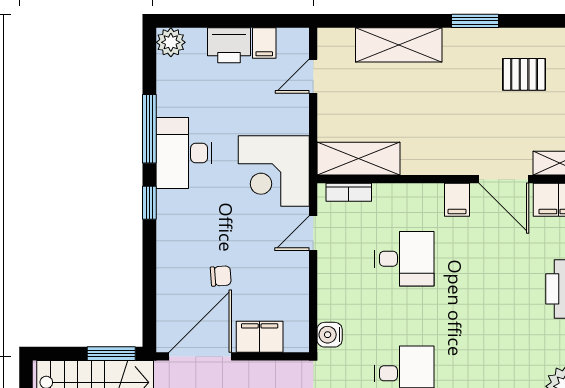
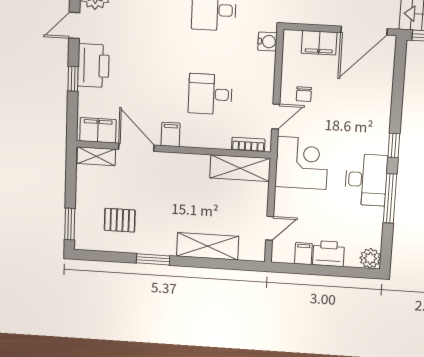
chair: (221, 276) -> (304, 94), moved, turned -86

